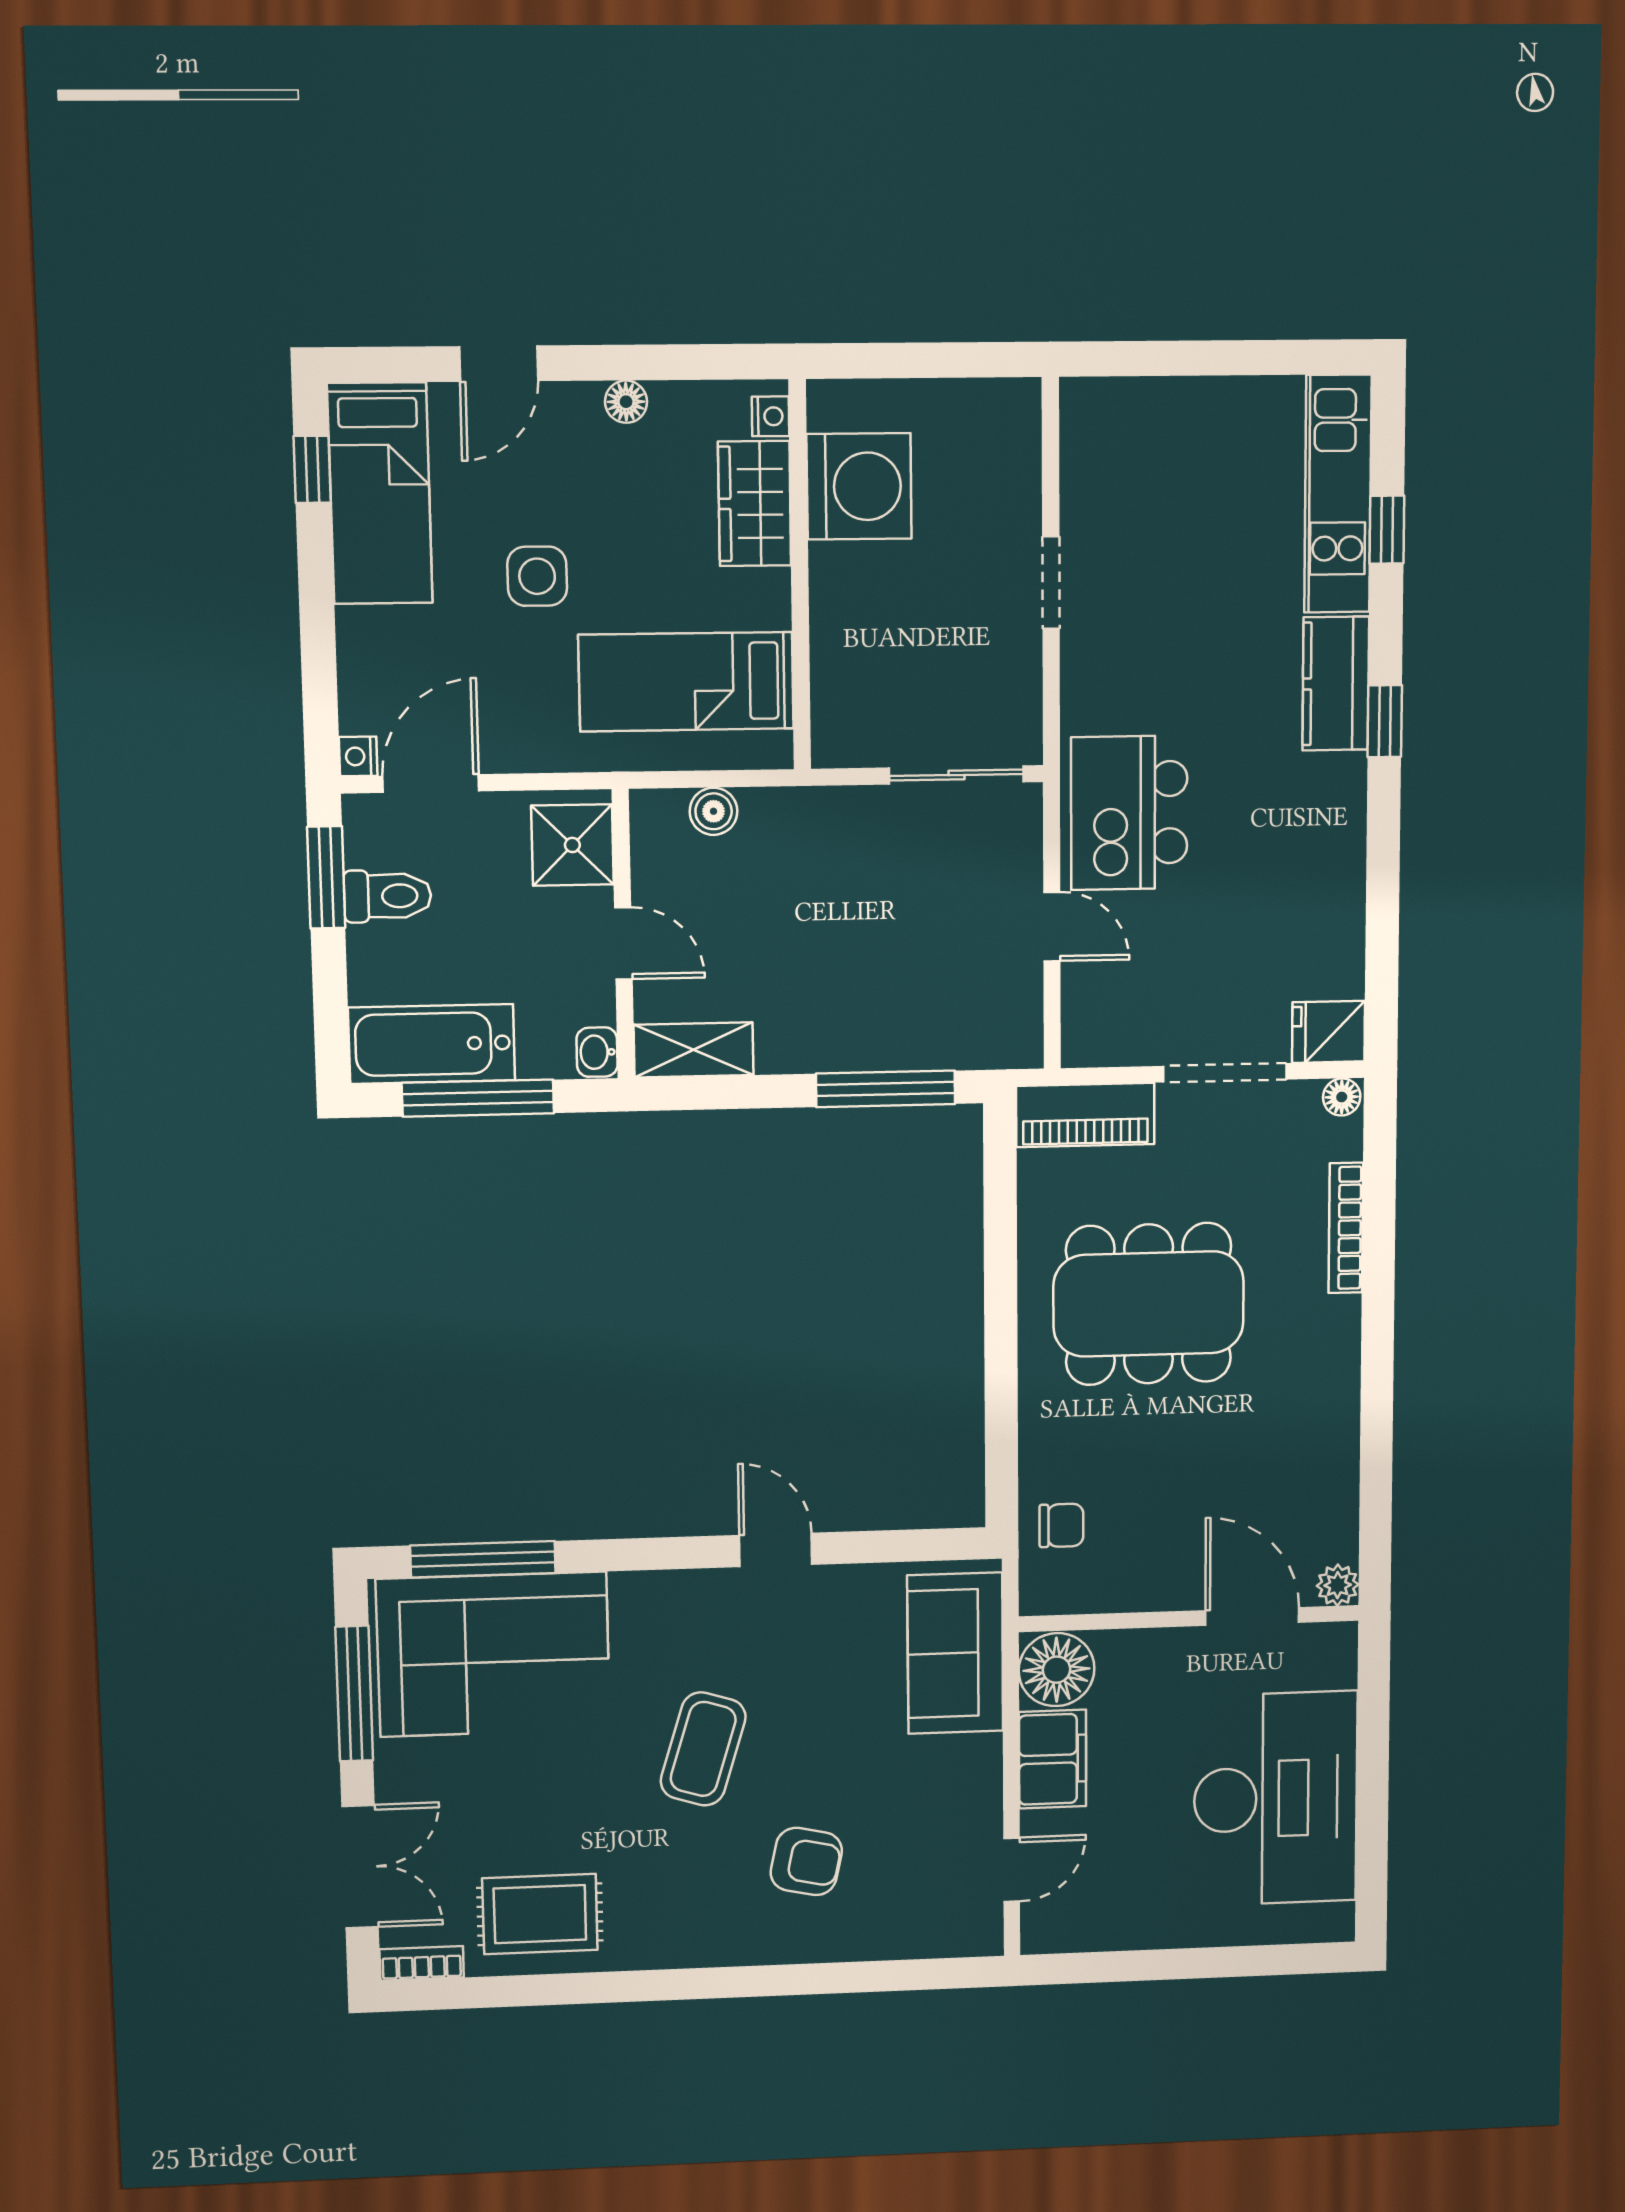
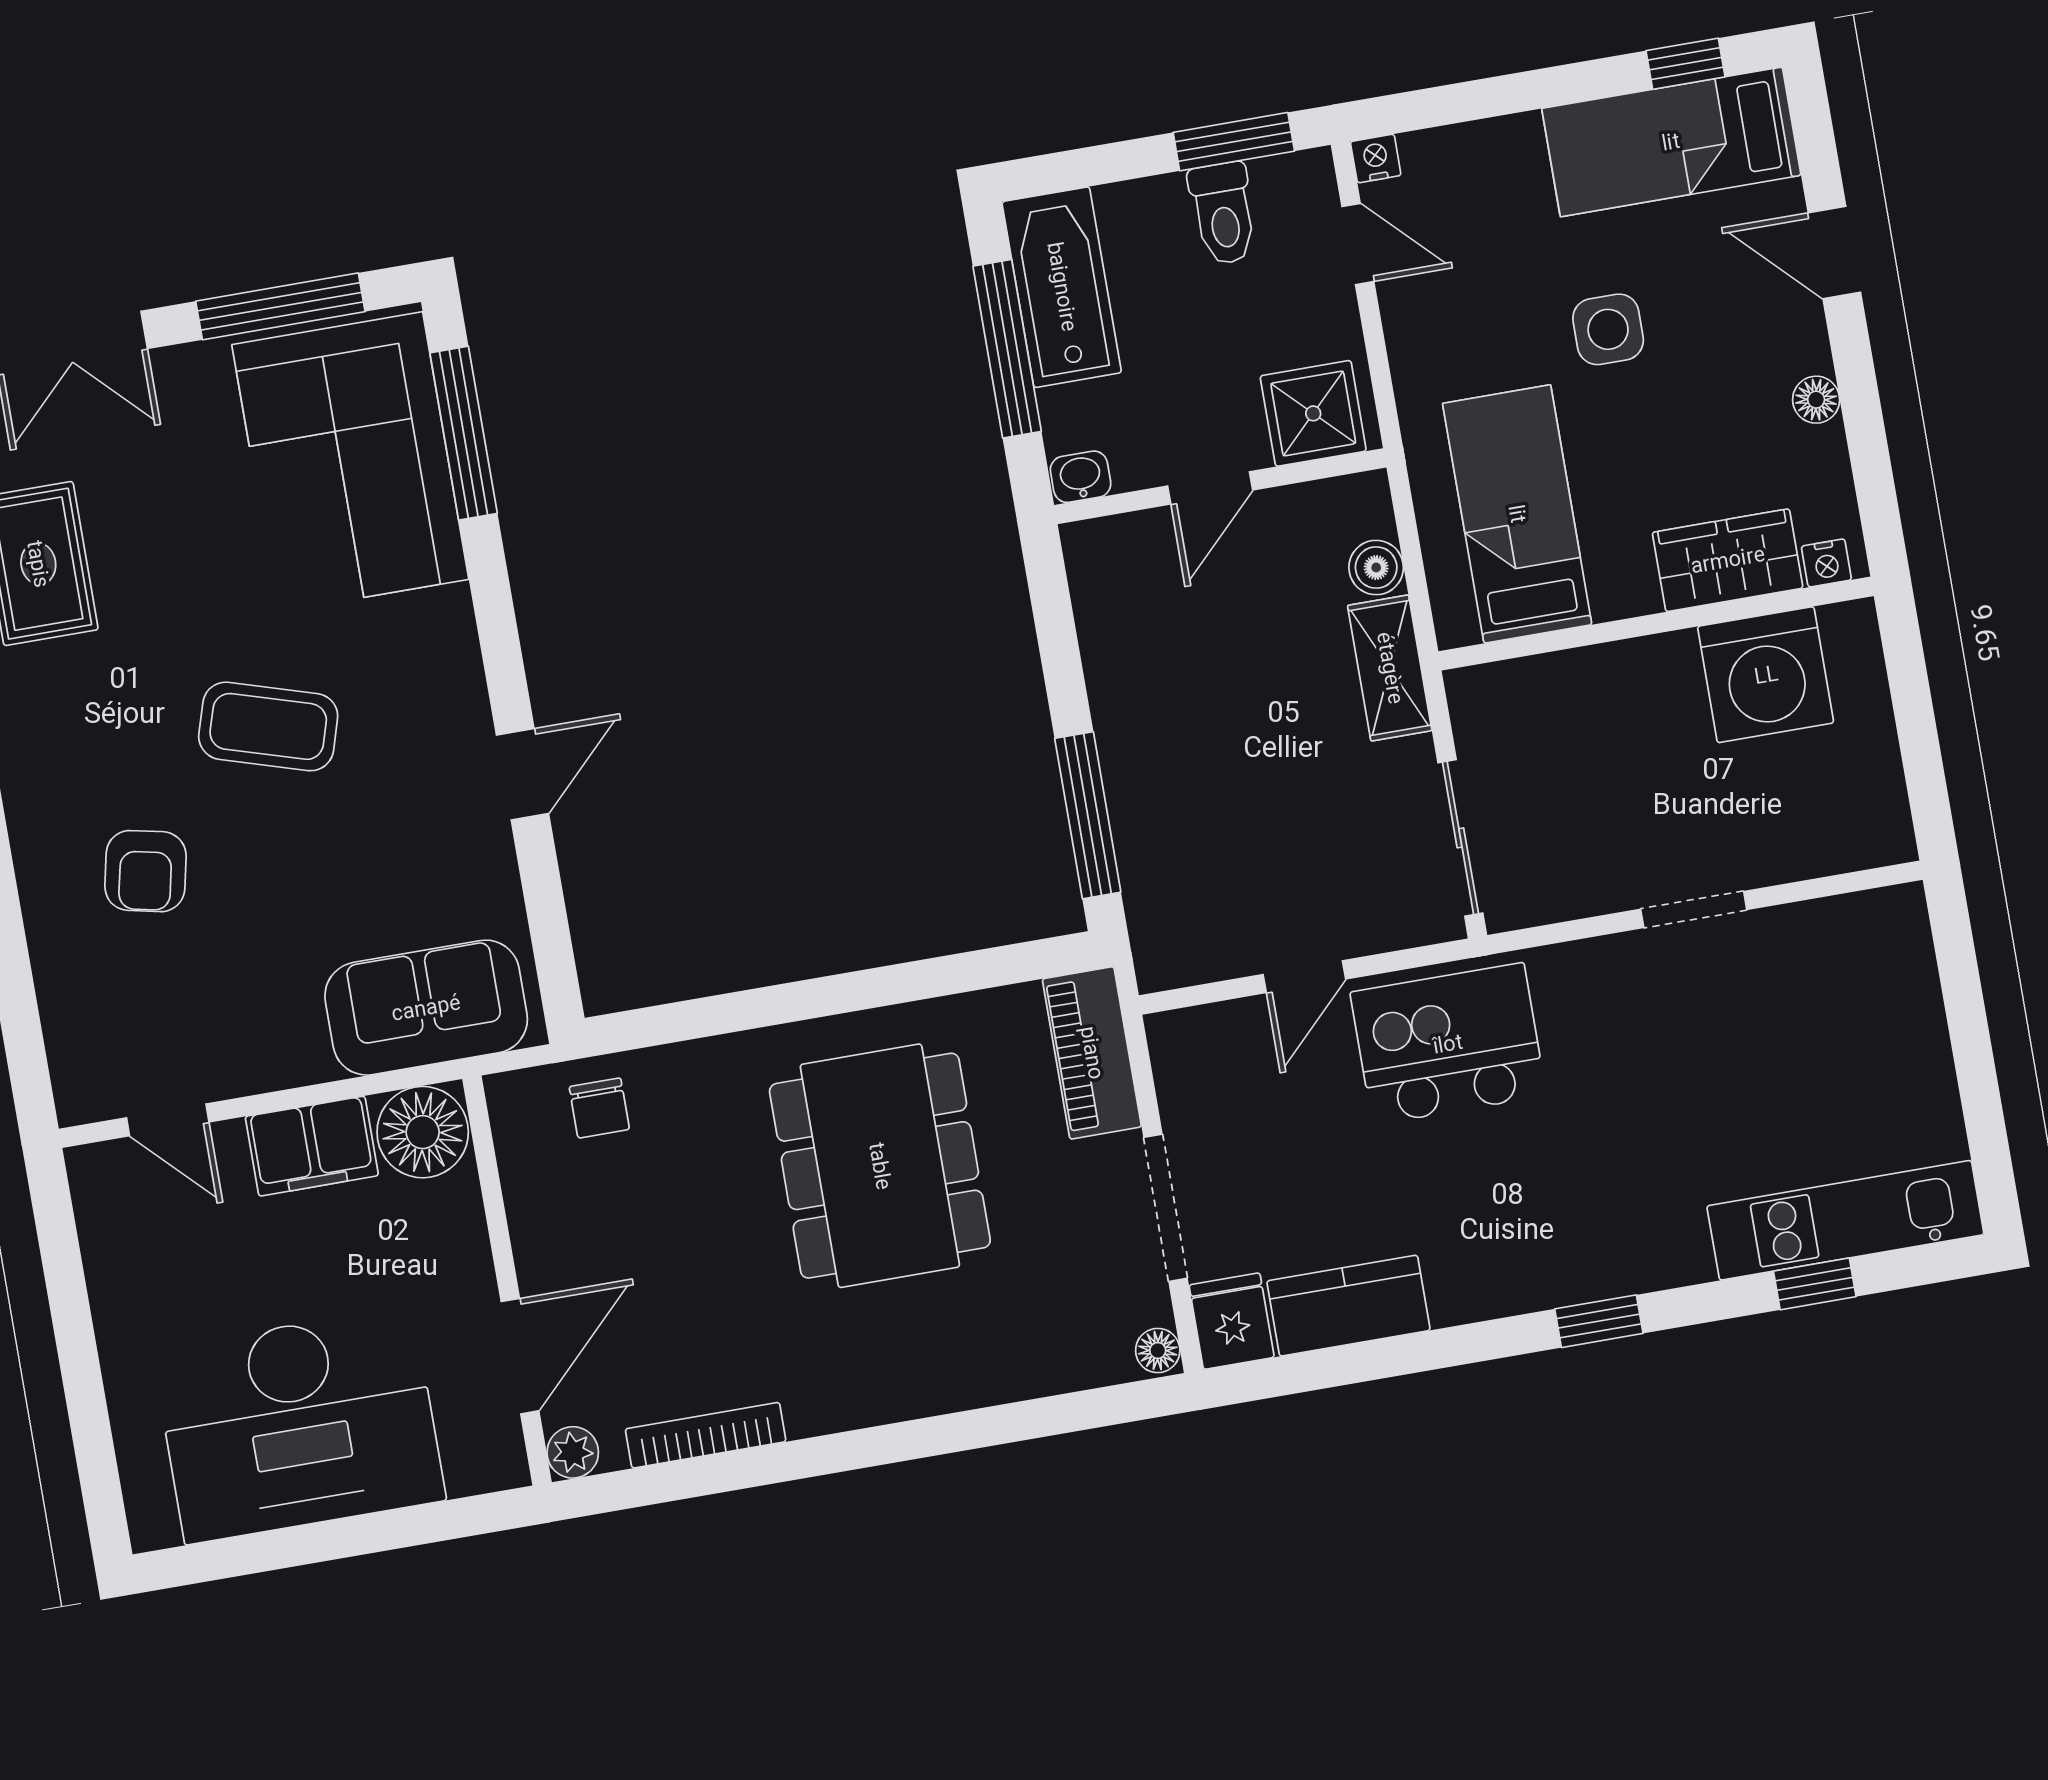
kitchen counter: (1336, 684) -> (1348, 1306), moved
door: (431, 784) -> (1358, 244), width x0.73
shelving: (694, 1050) -> (1390, 668), moved
bookcase: (1346, 1228) -> (706, 1435), moved

